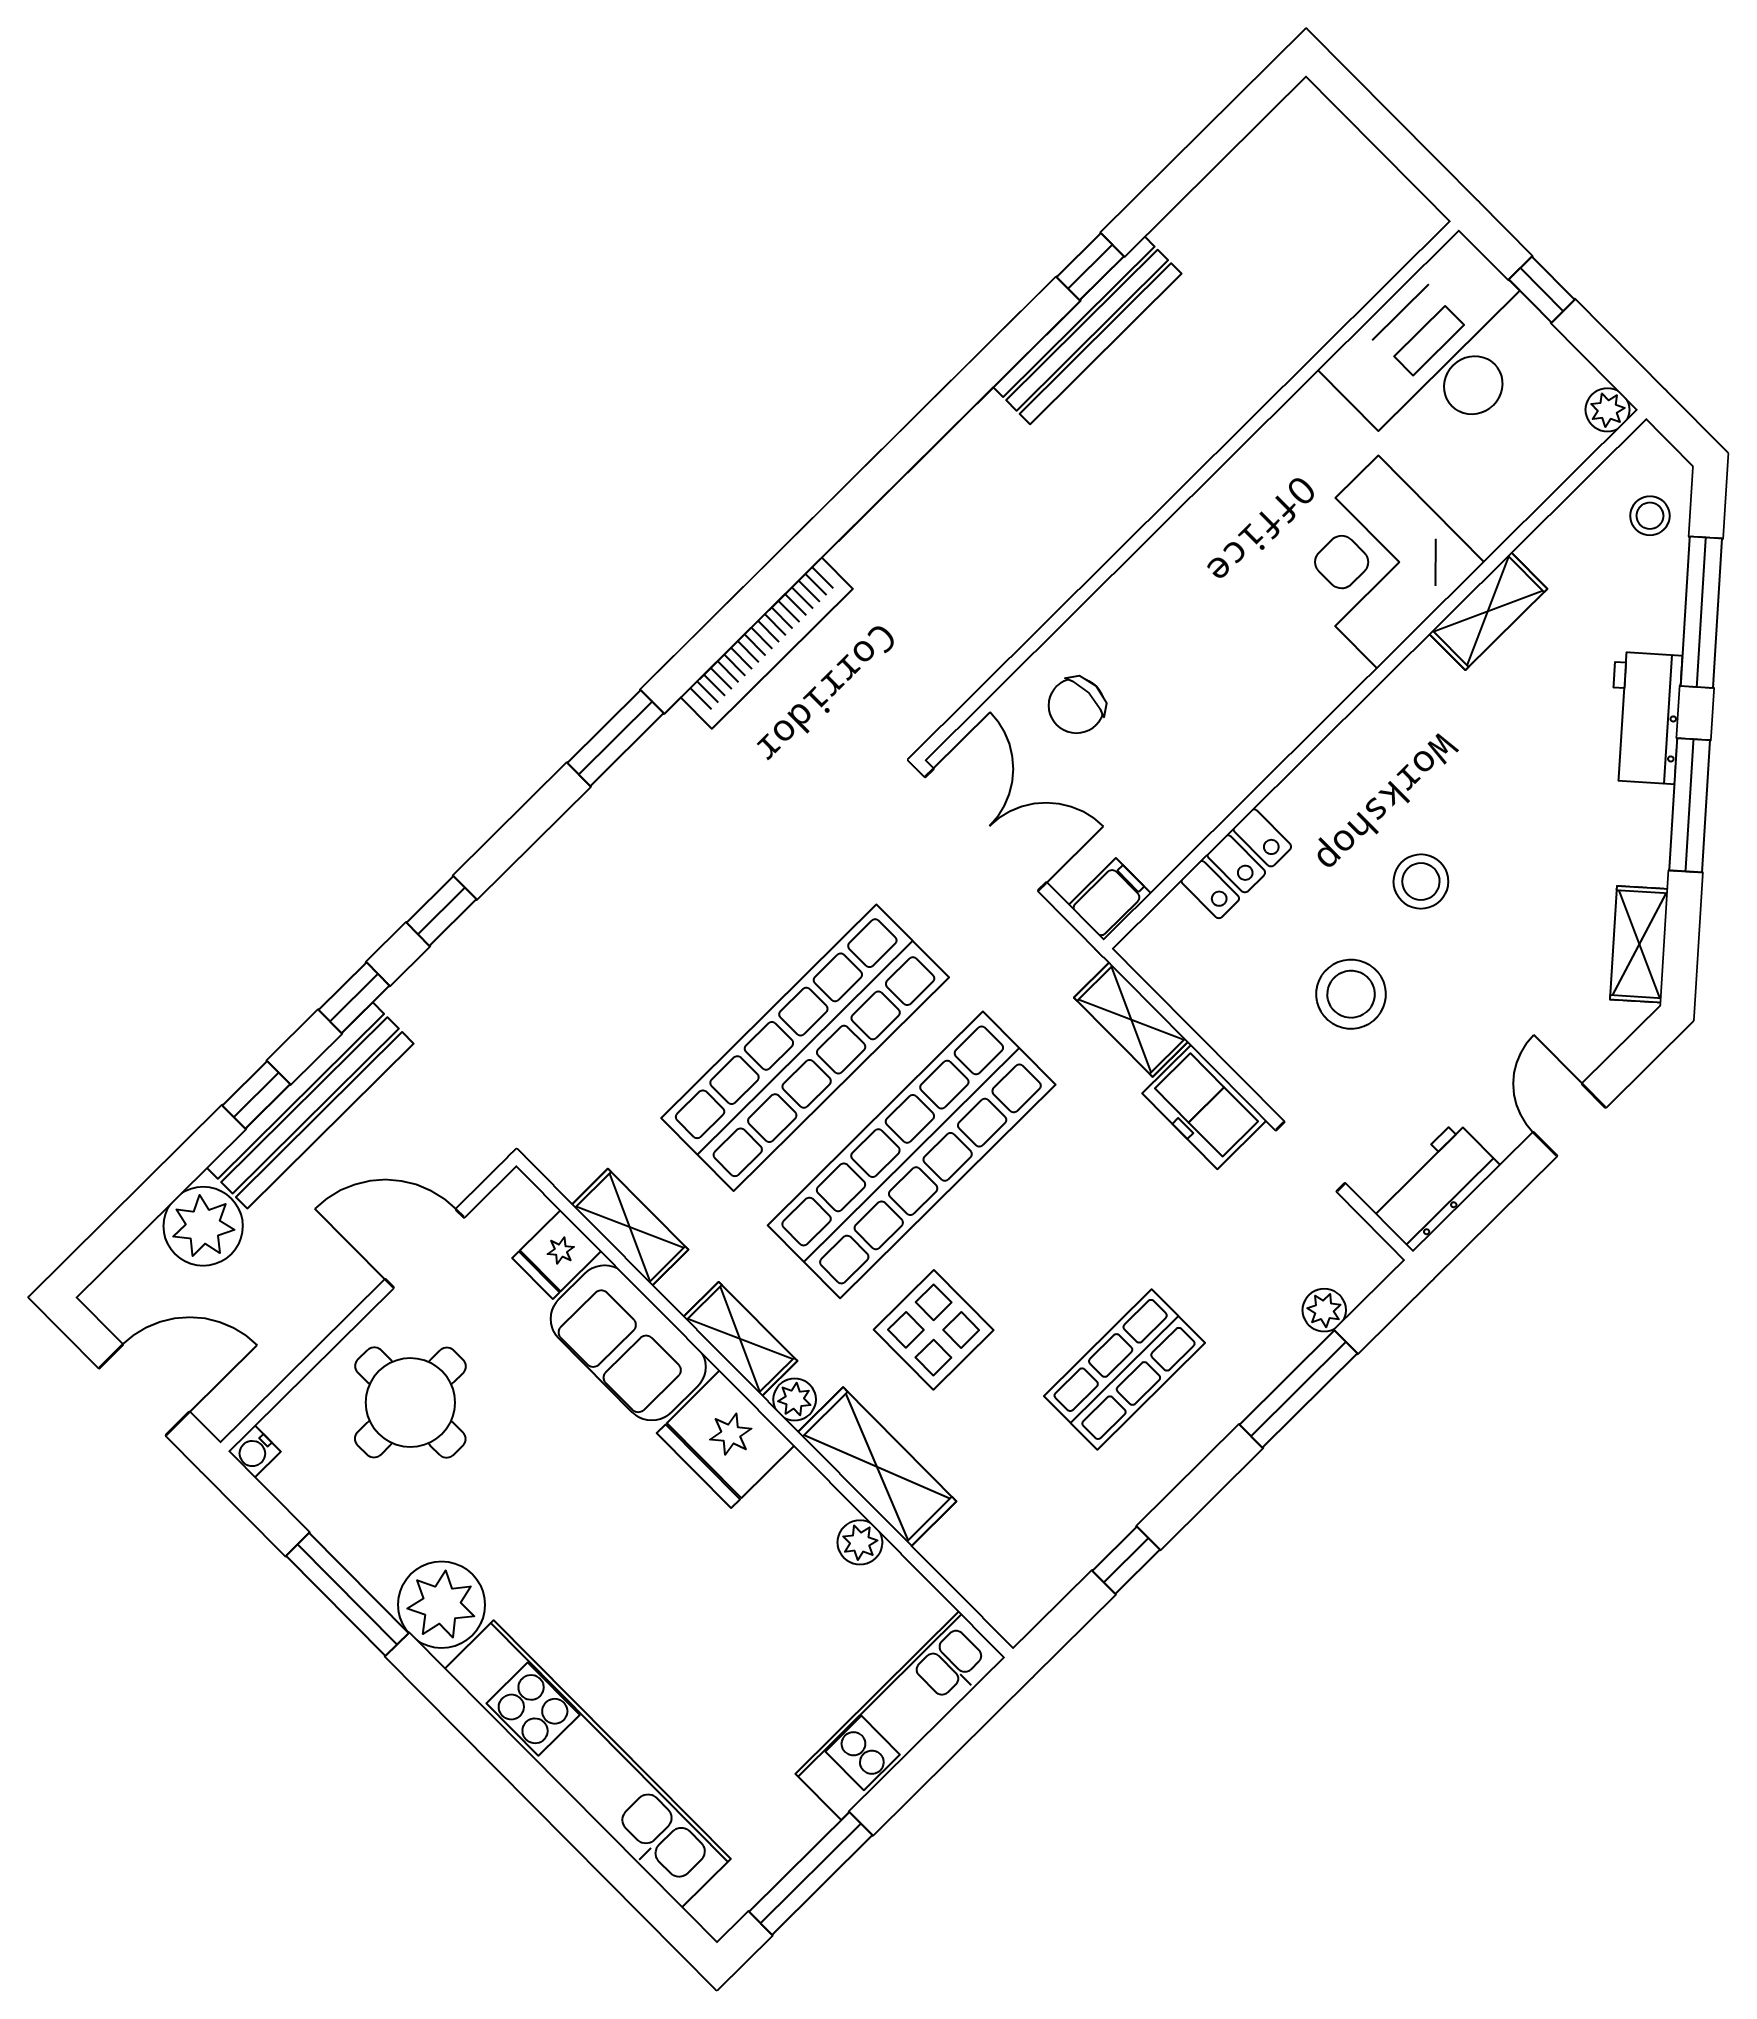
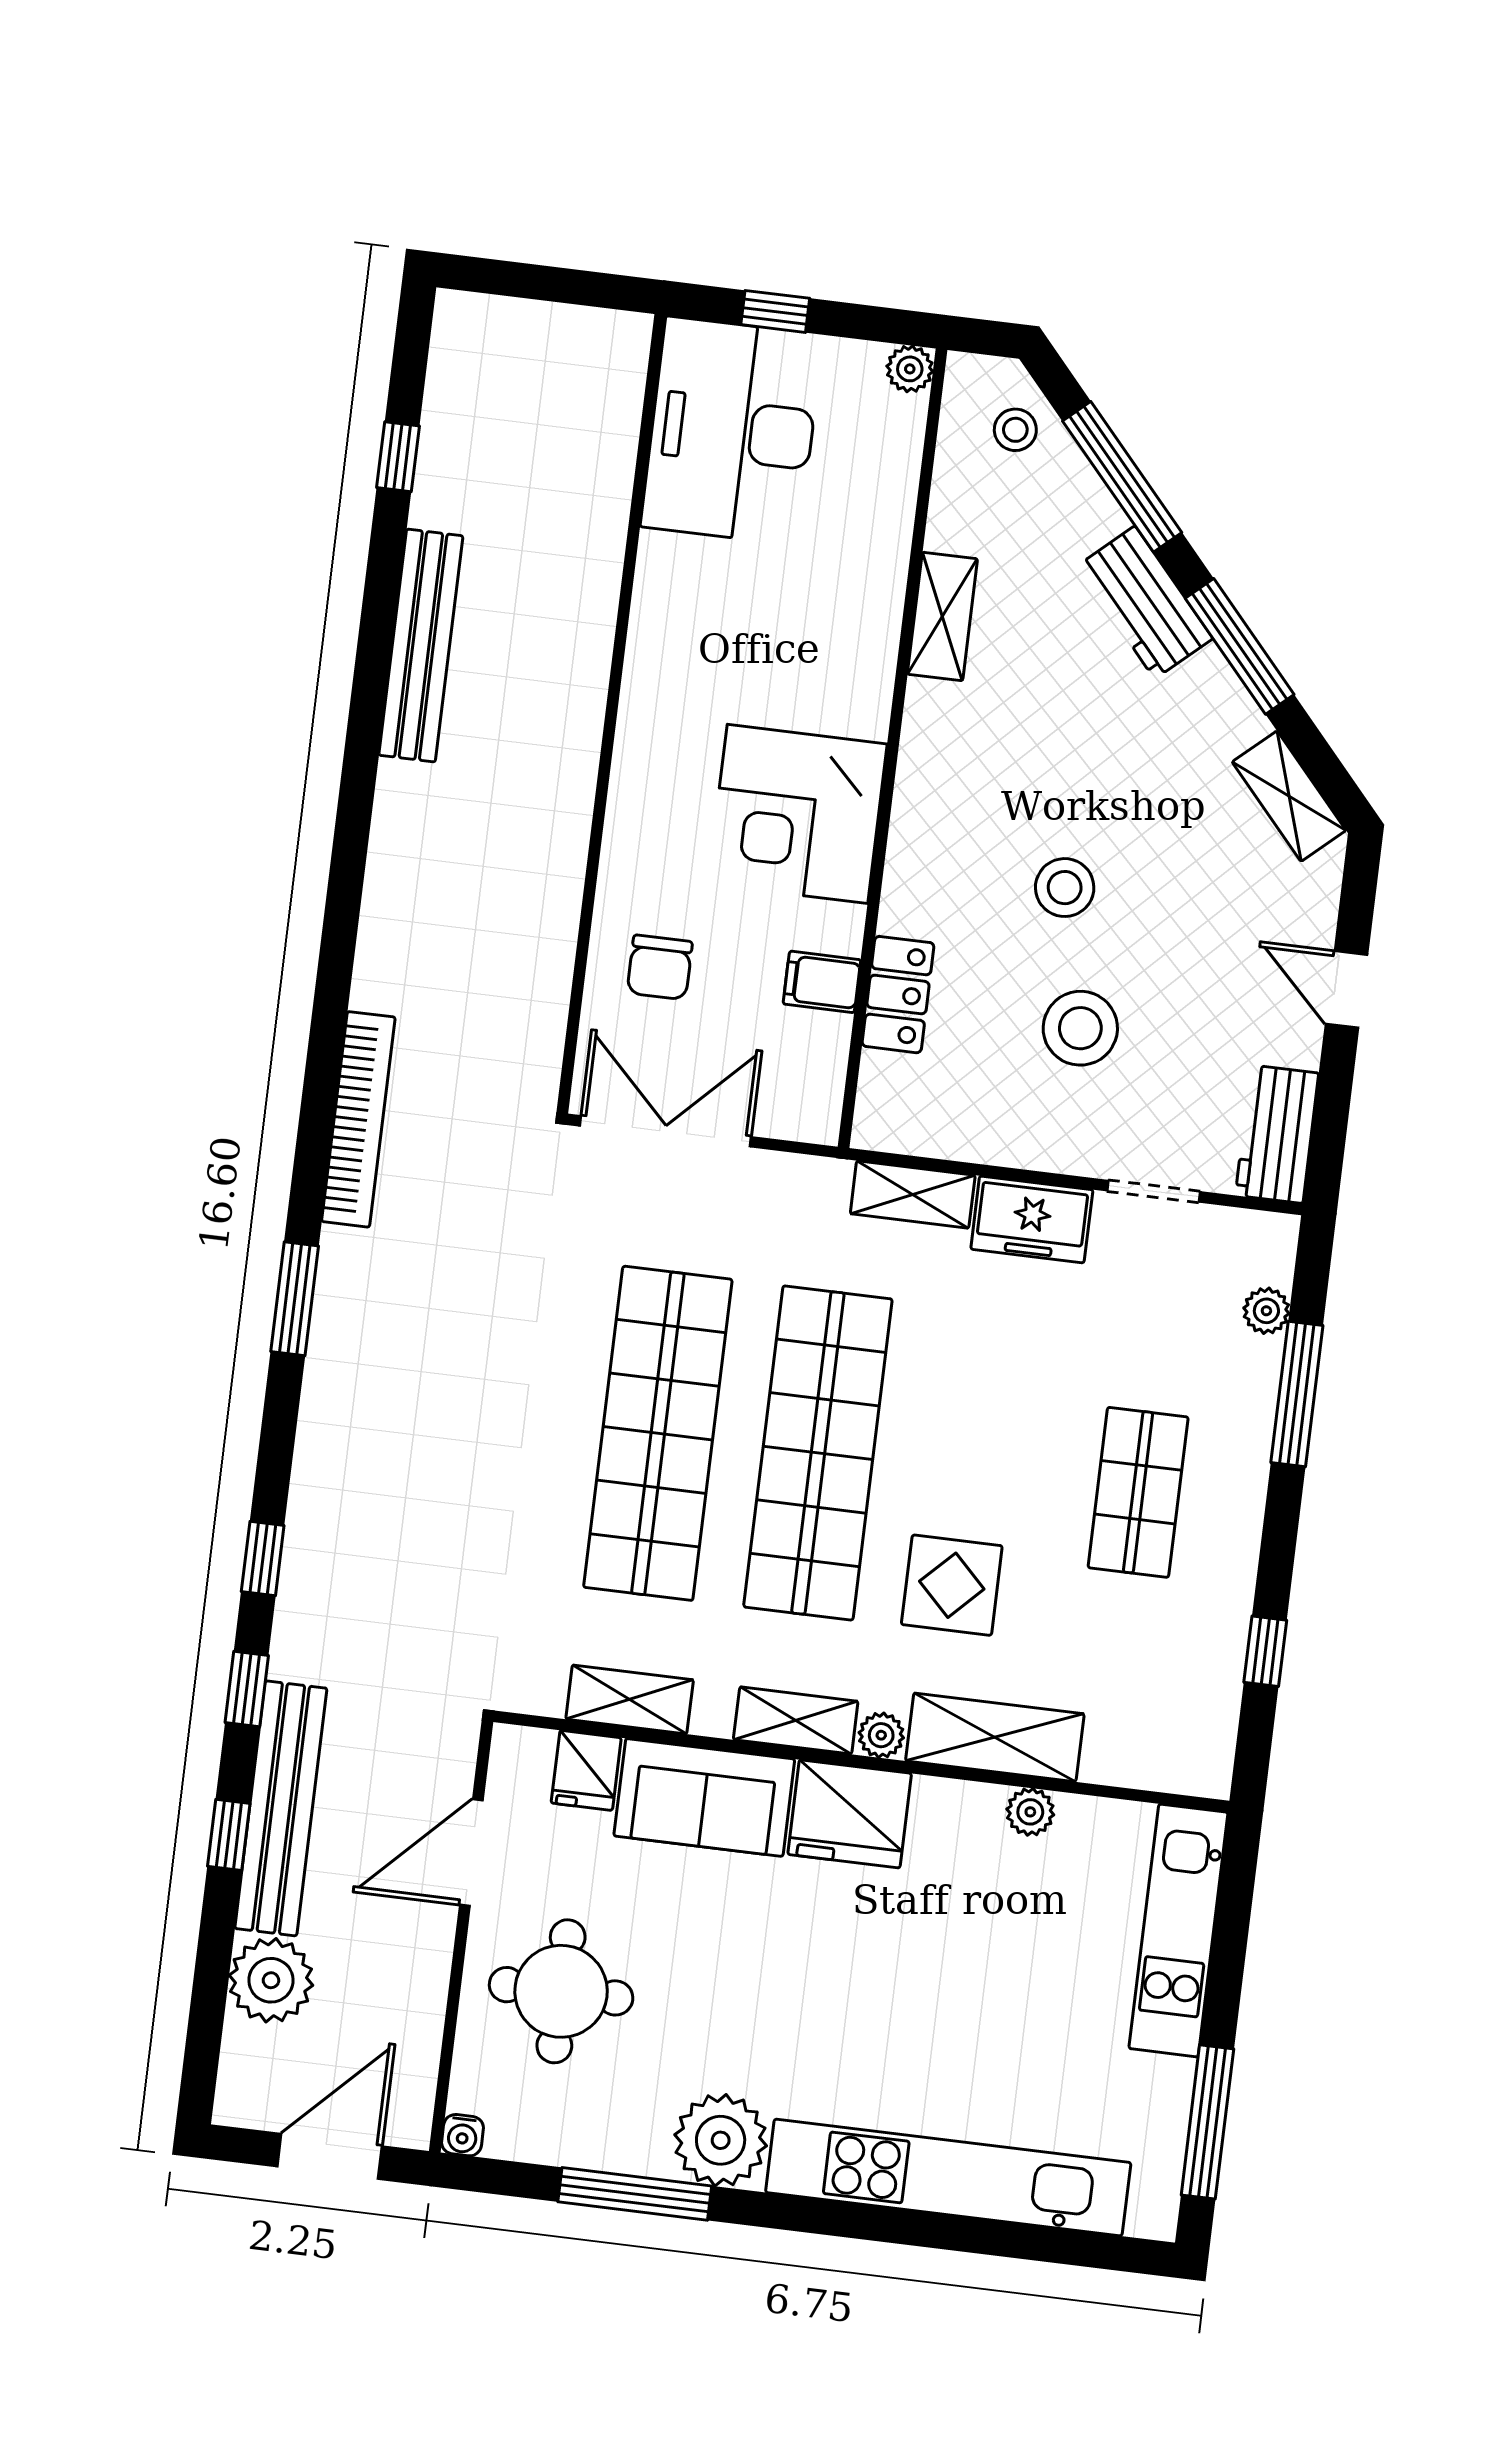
window: (1090, 267) -> (398, 457), moved
corner desk: (1378, 562) -> (797, 814), moved
filing cabinet: (1110, 899) -> (822, 982), moved, turned -90

